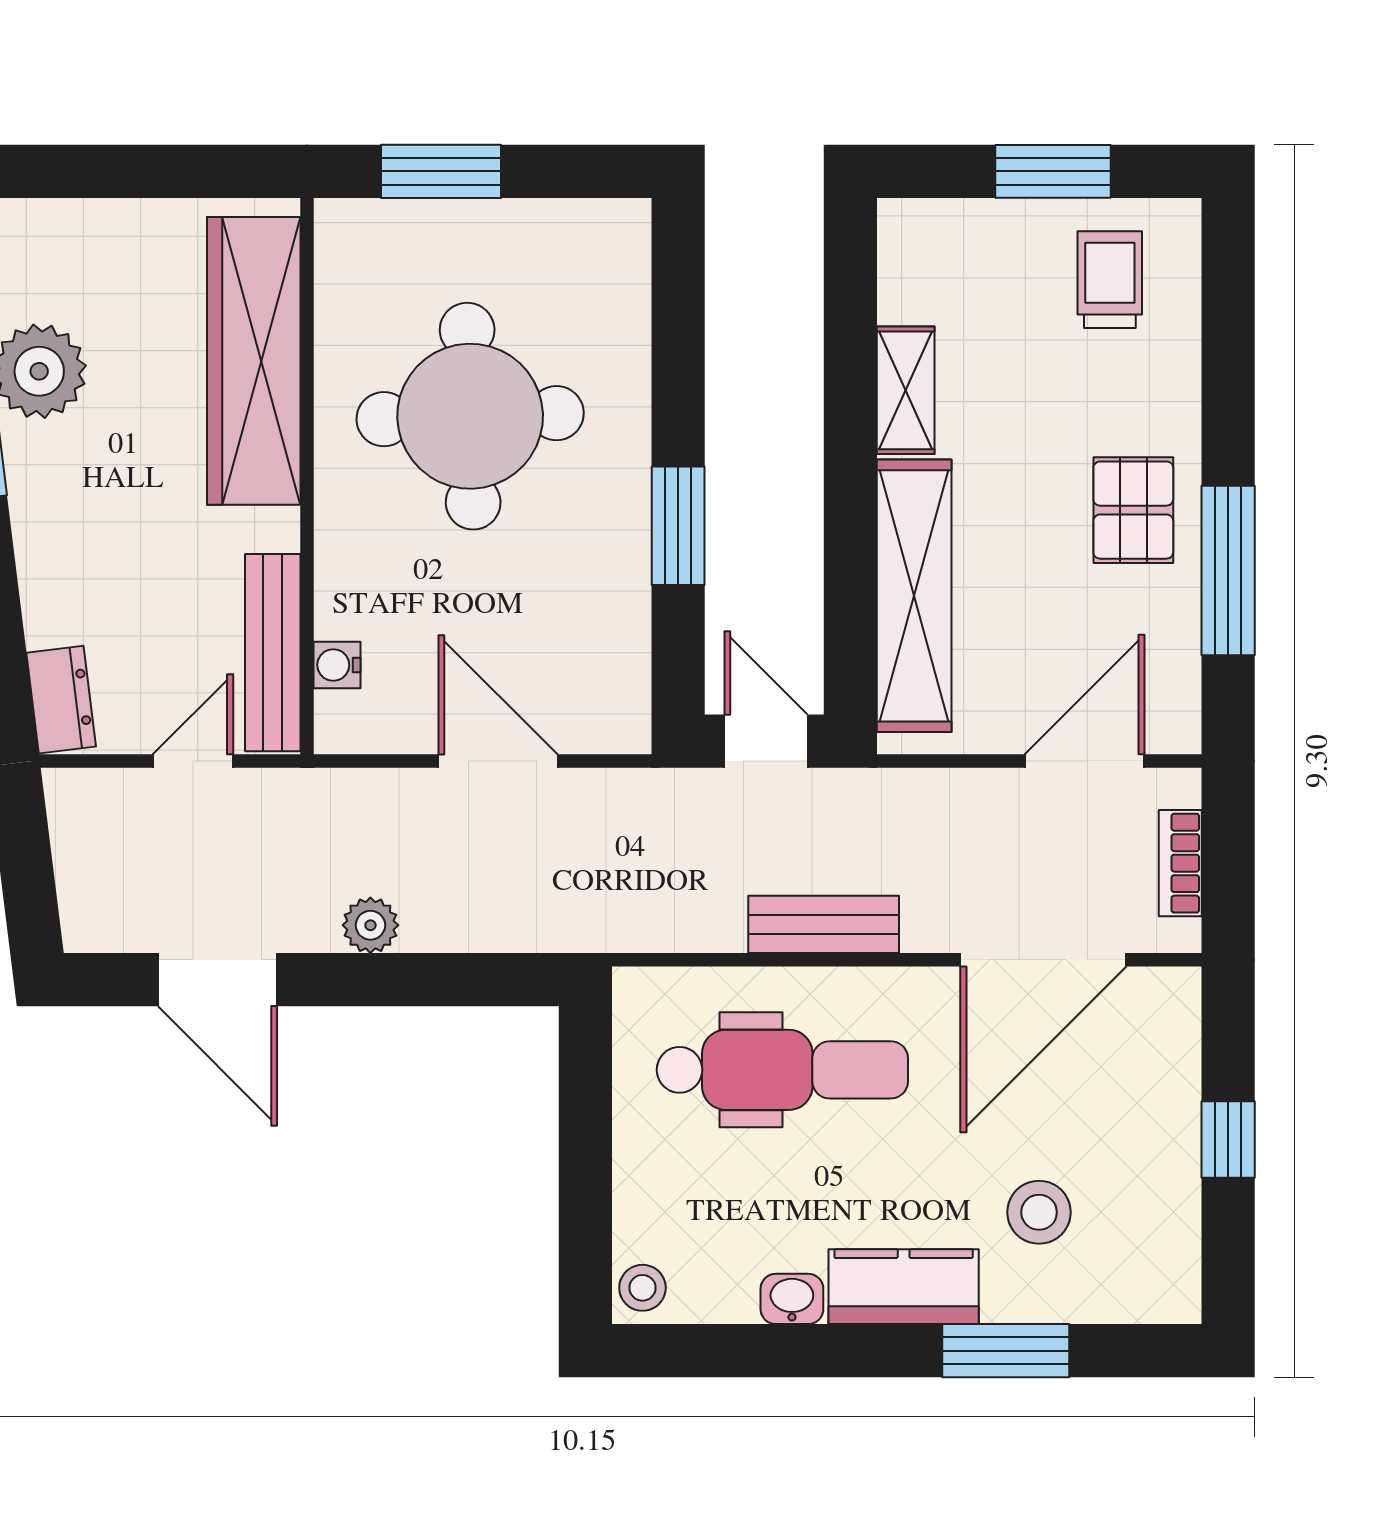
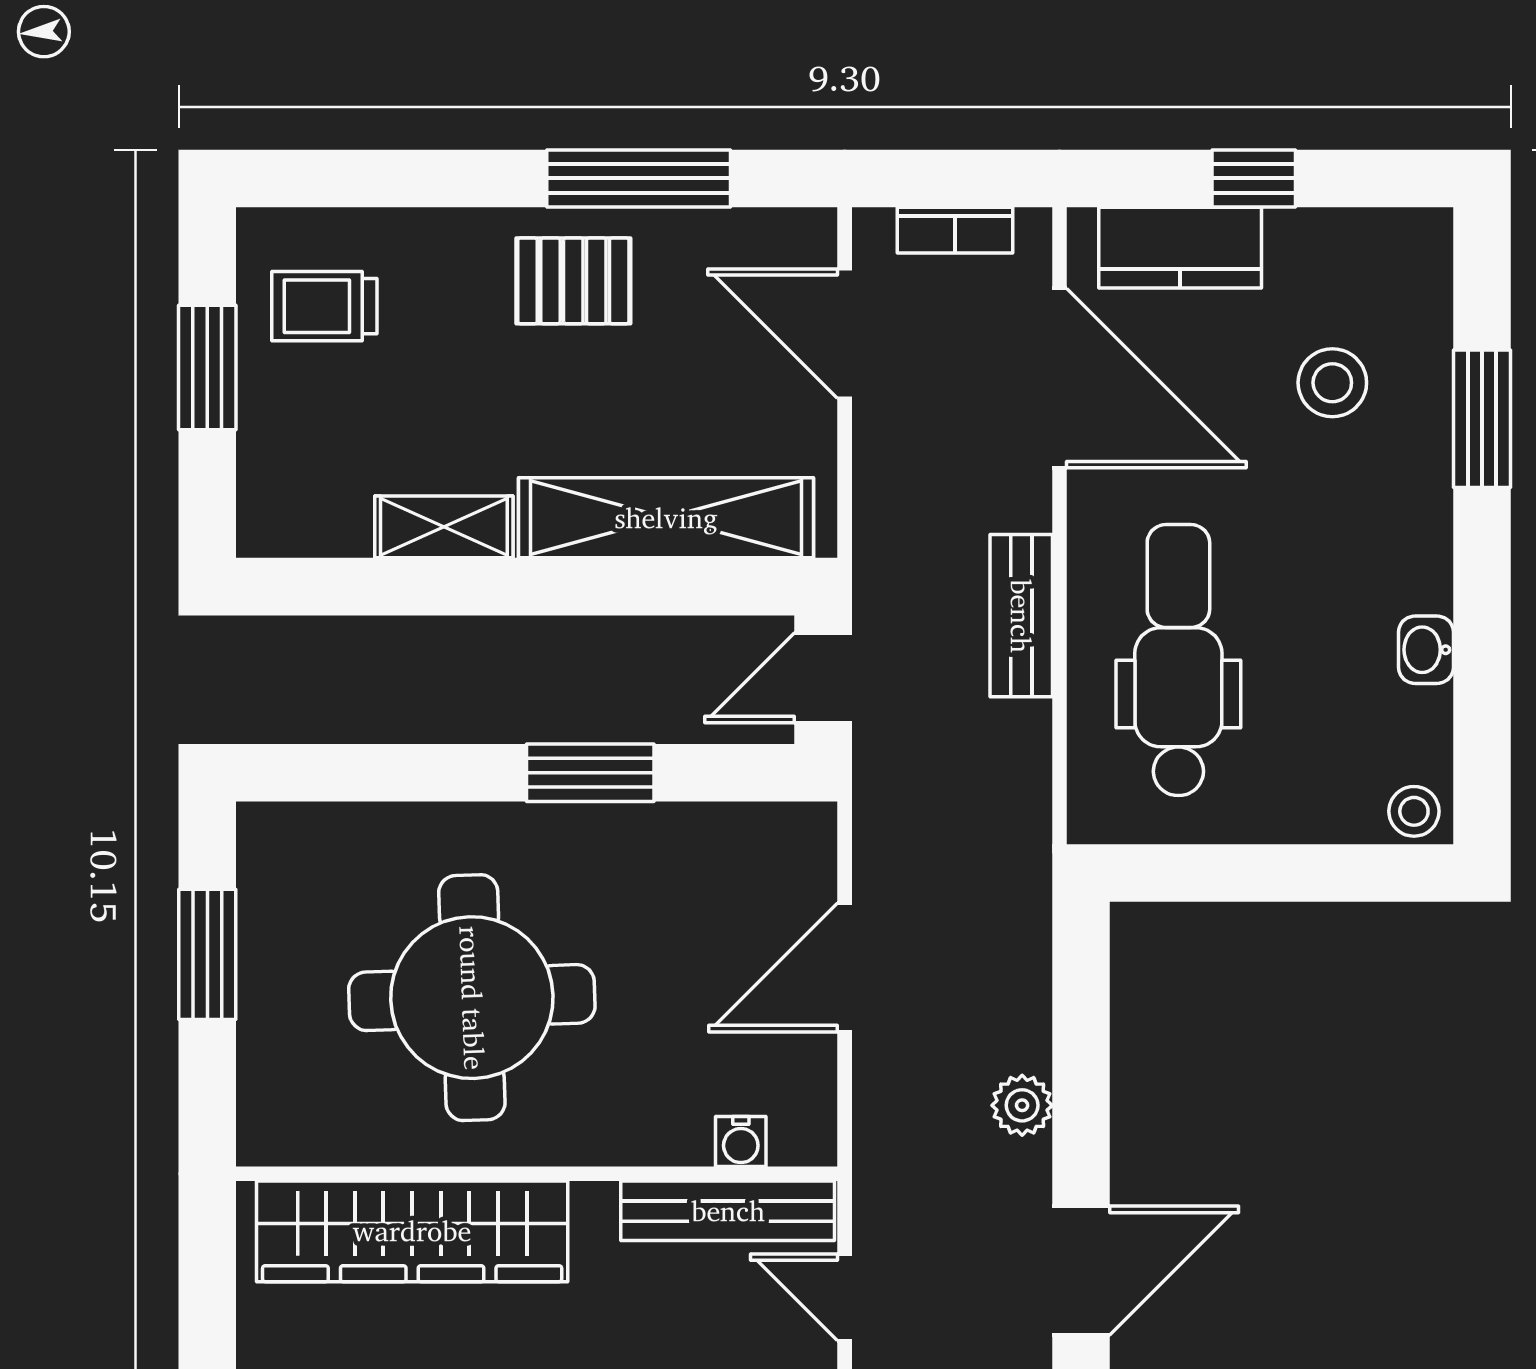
window: (441, 171) -> (207, 954), moved
kitchen counter: (904, 1287) -> (1180, 248), moved, turned -90

